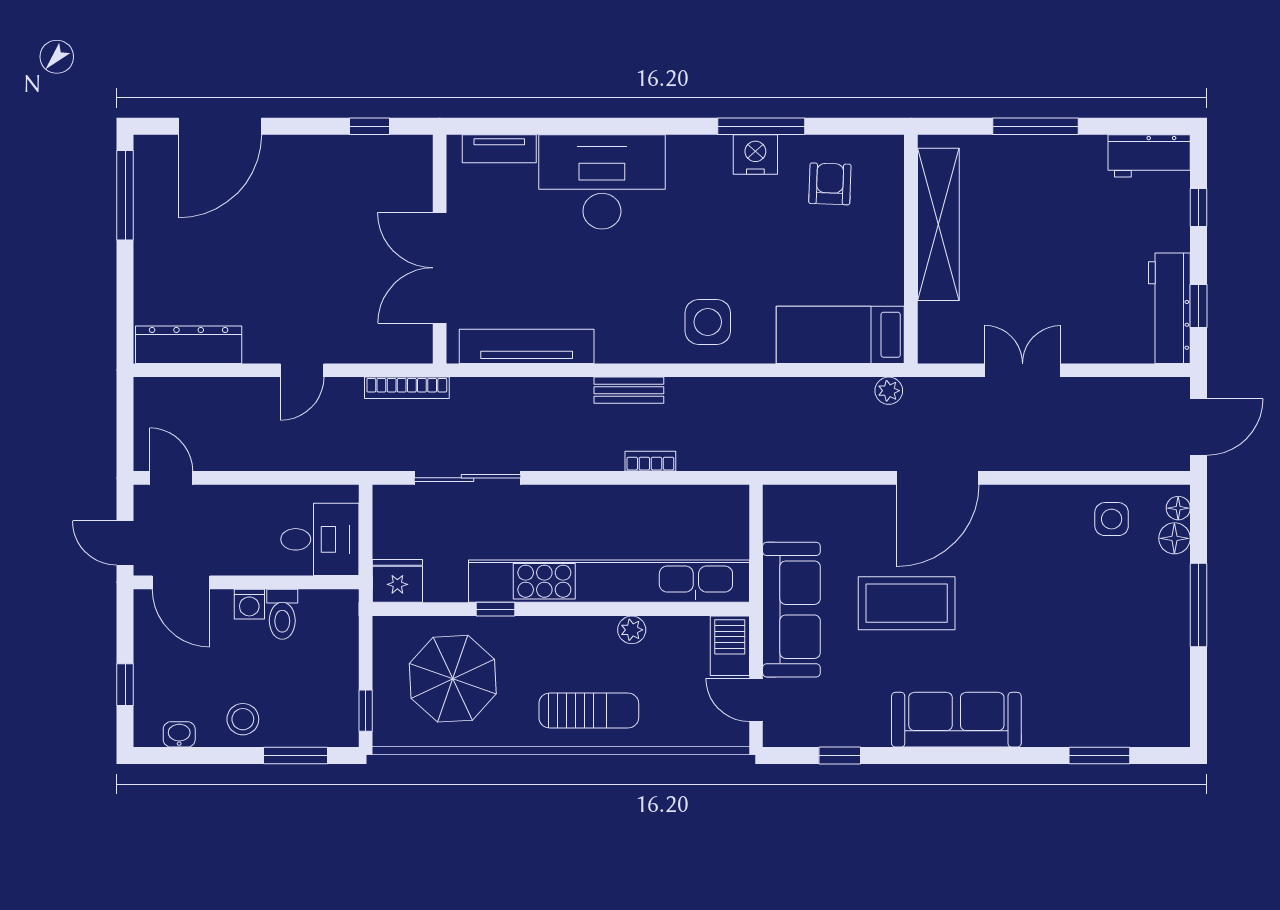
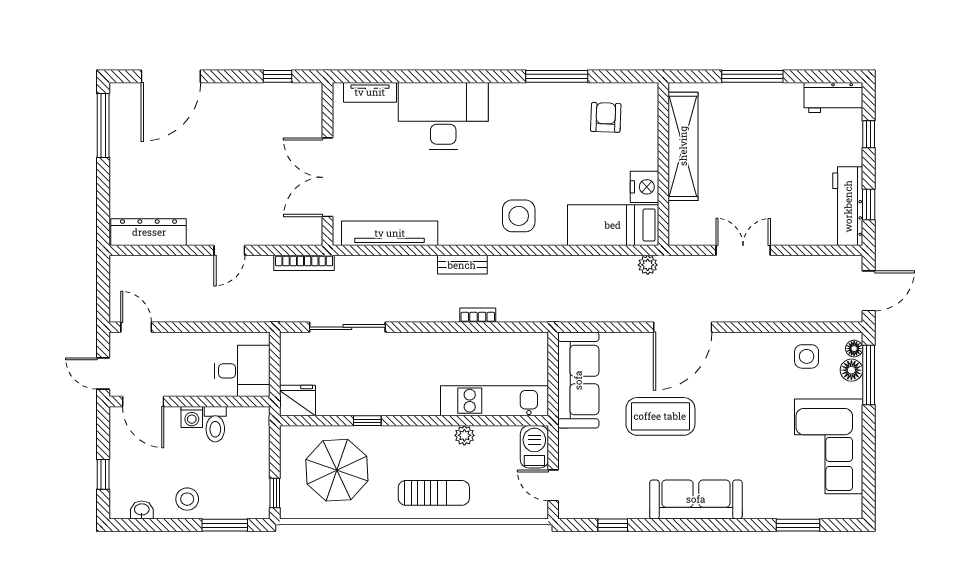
nightstand: (755, 155) -> (645, 187), moved, turned 90
kitchen unit: (609, 581) -> (494, 401), width x0.54
window: (1199, 605) -> (869, 375), moved
sofa: (791, 610) -> (578, 380), moved
corner sofa: (1142, 645) -> (829, 446), added

